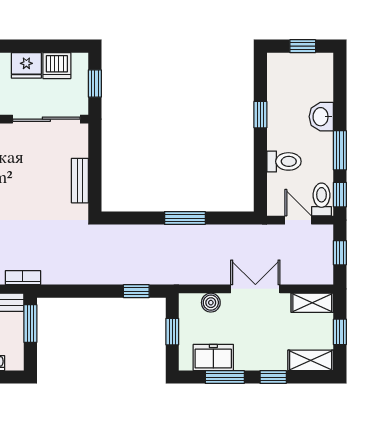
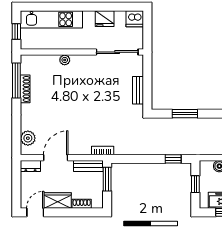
dishwasher: (57, 66) -> (135, 19), moved
window: (95, 84) -> (147, 30), removed
window: (185, 218) -> (185, 114), moved

